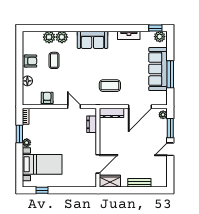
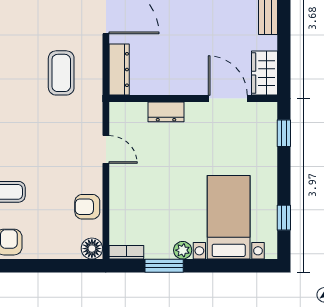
floor lamp: (27, 81) -> (92, 249), moved
door: (74, 107) -> (106, 149), swing flipped
dresser: (92, 124) -> (166, 112), moved
window: (82, 190) -> (284, 133), added

